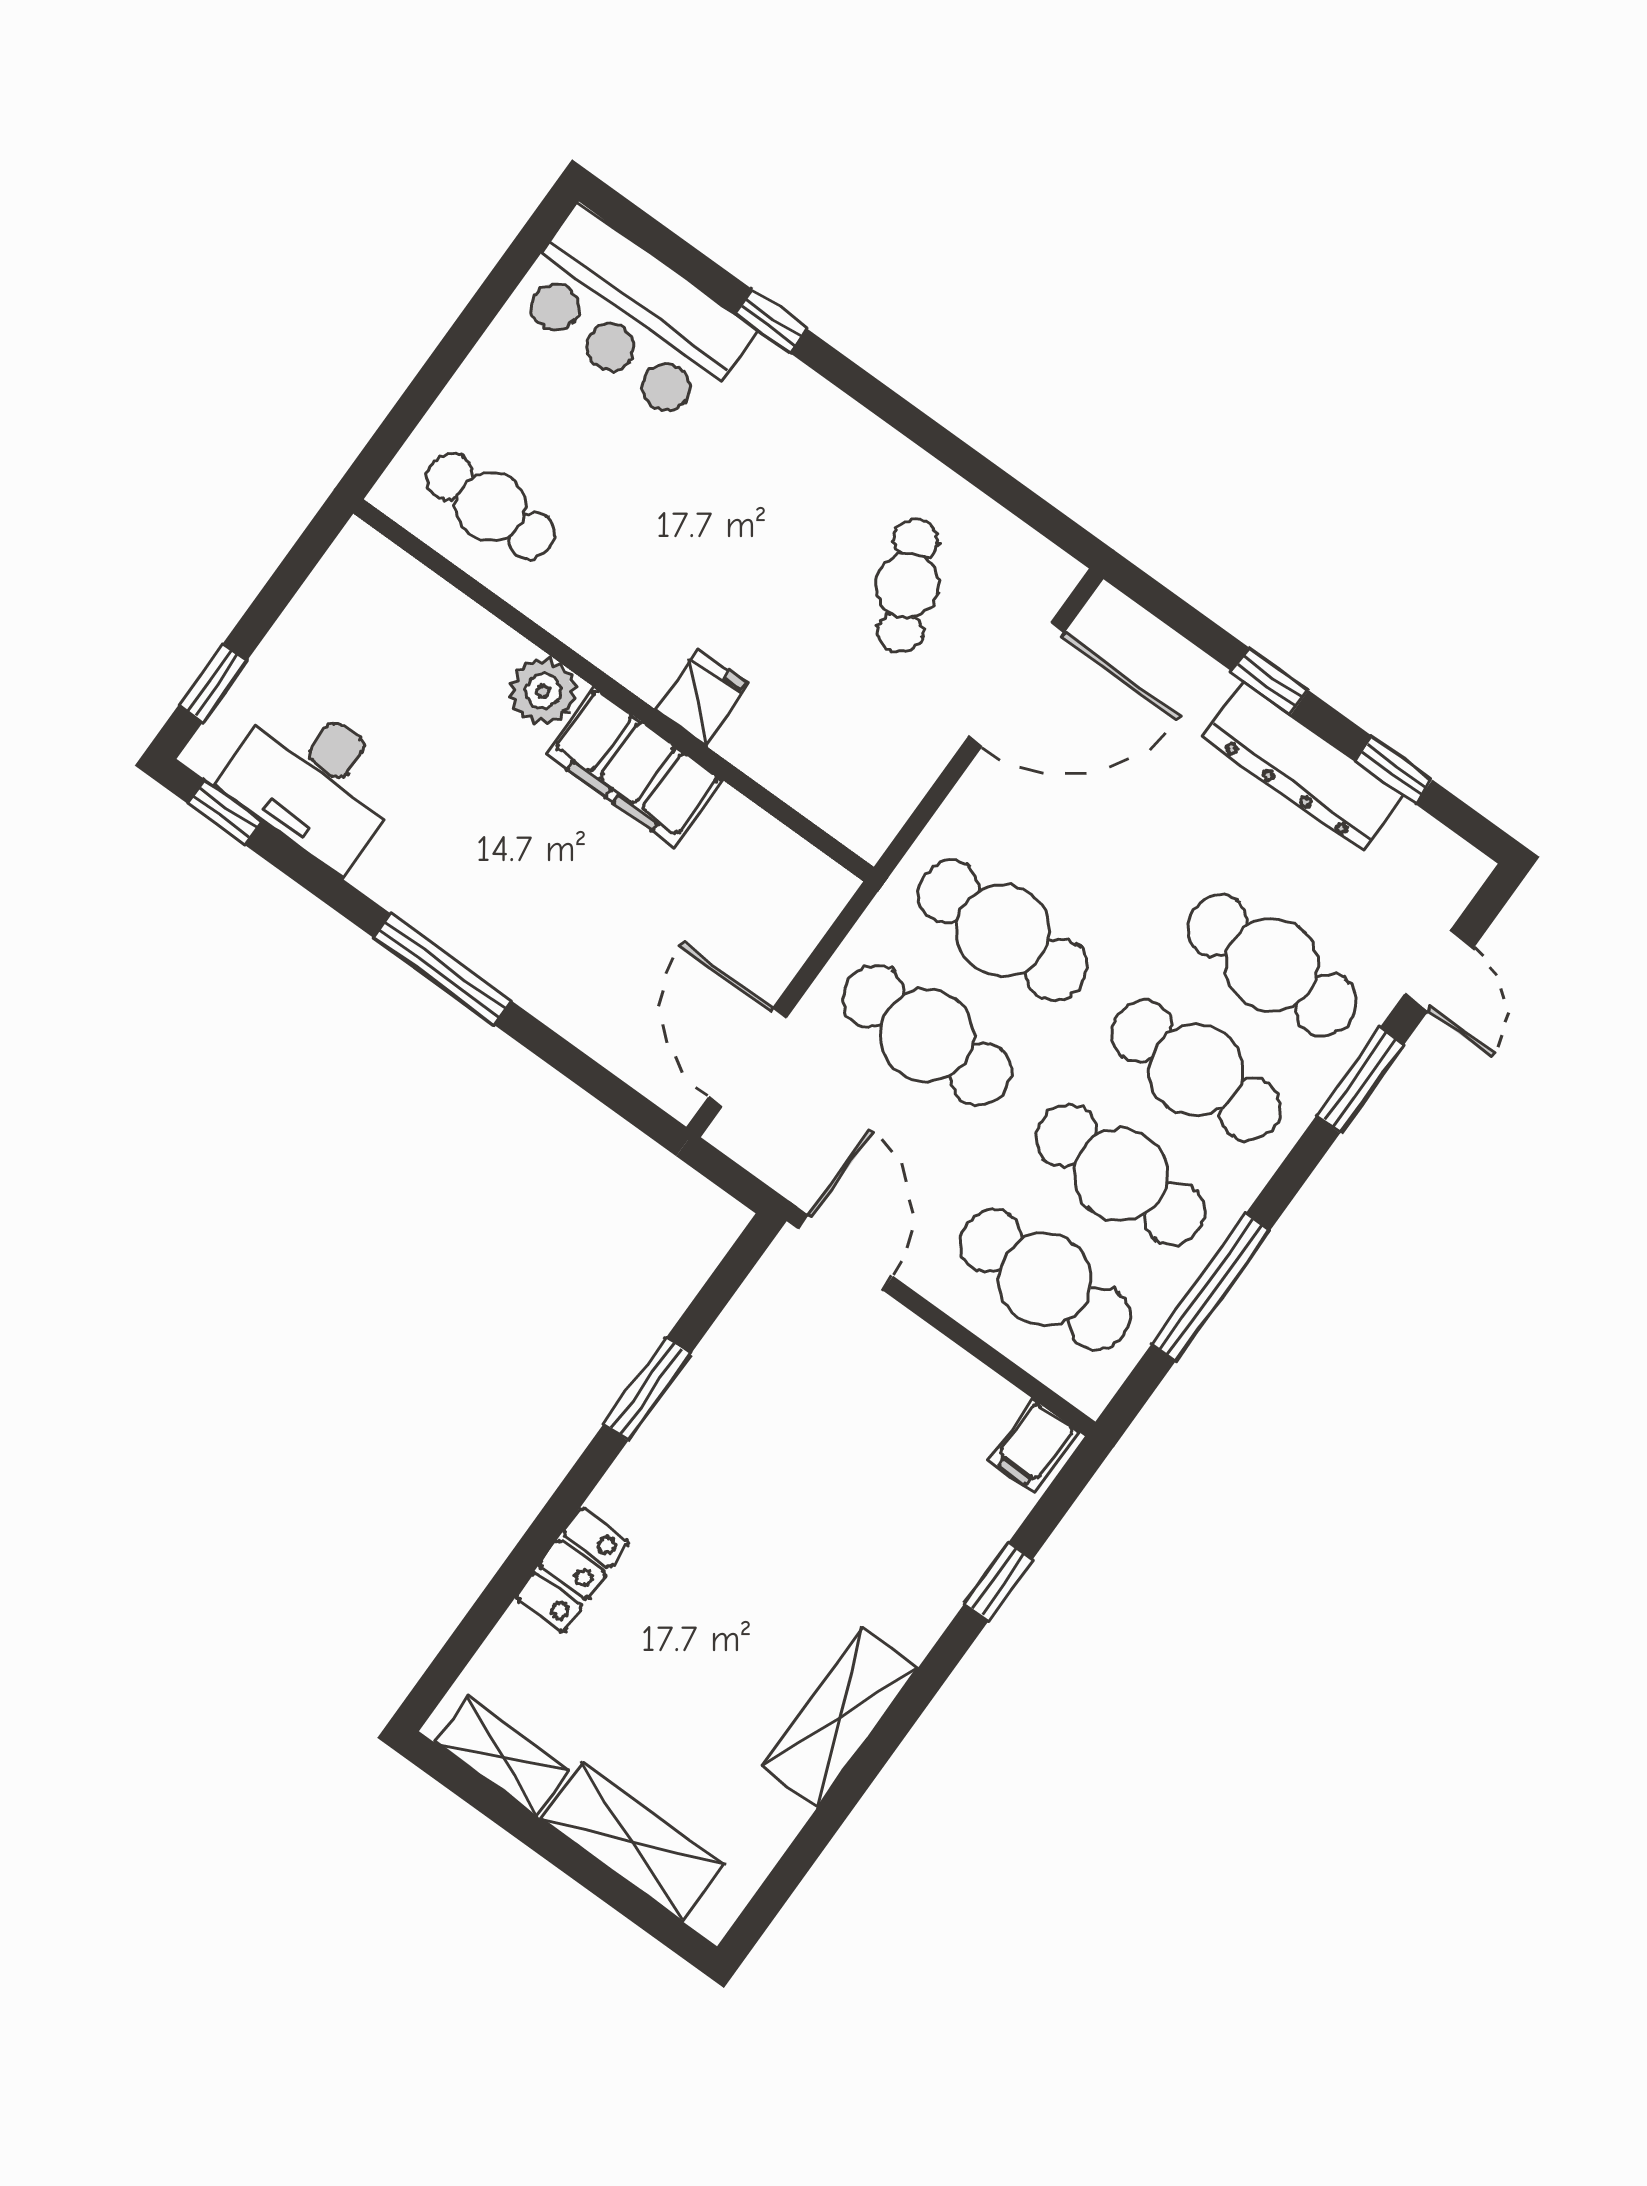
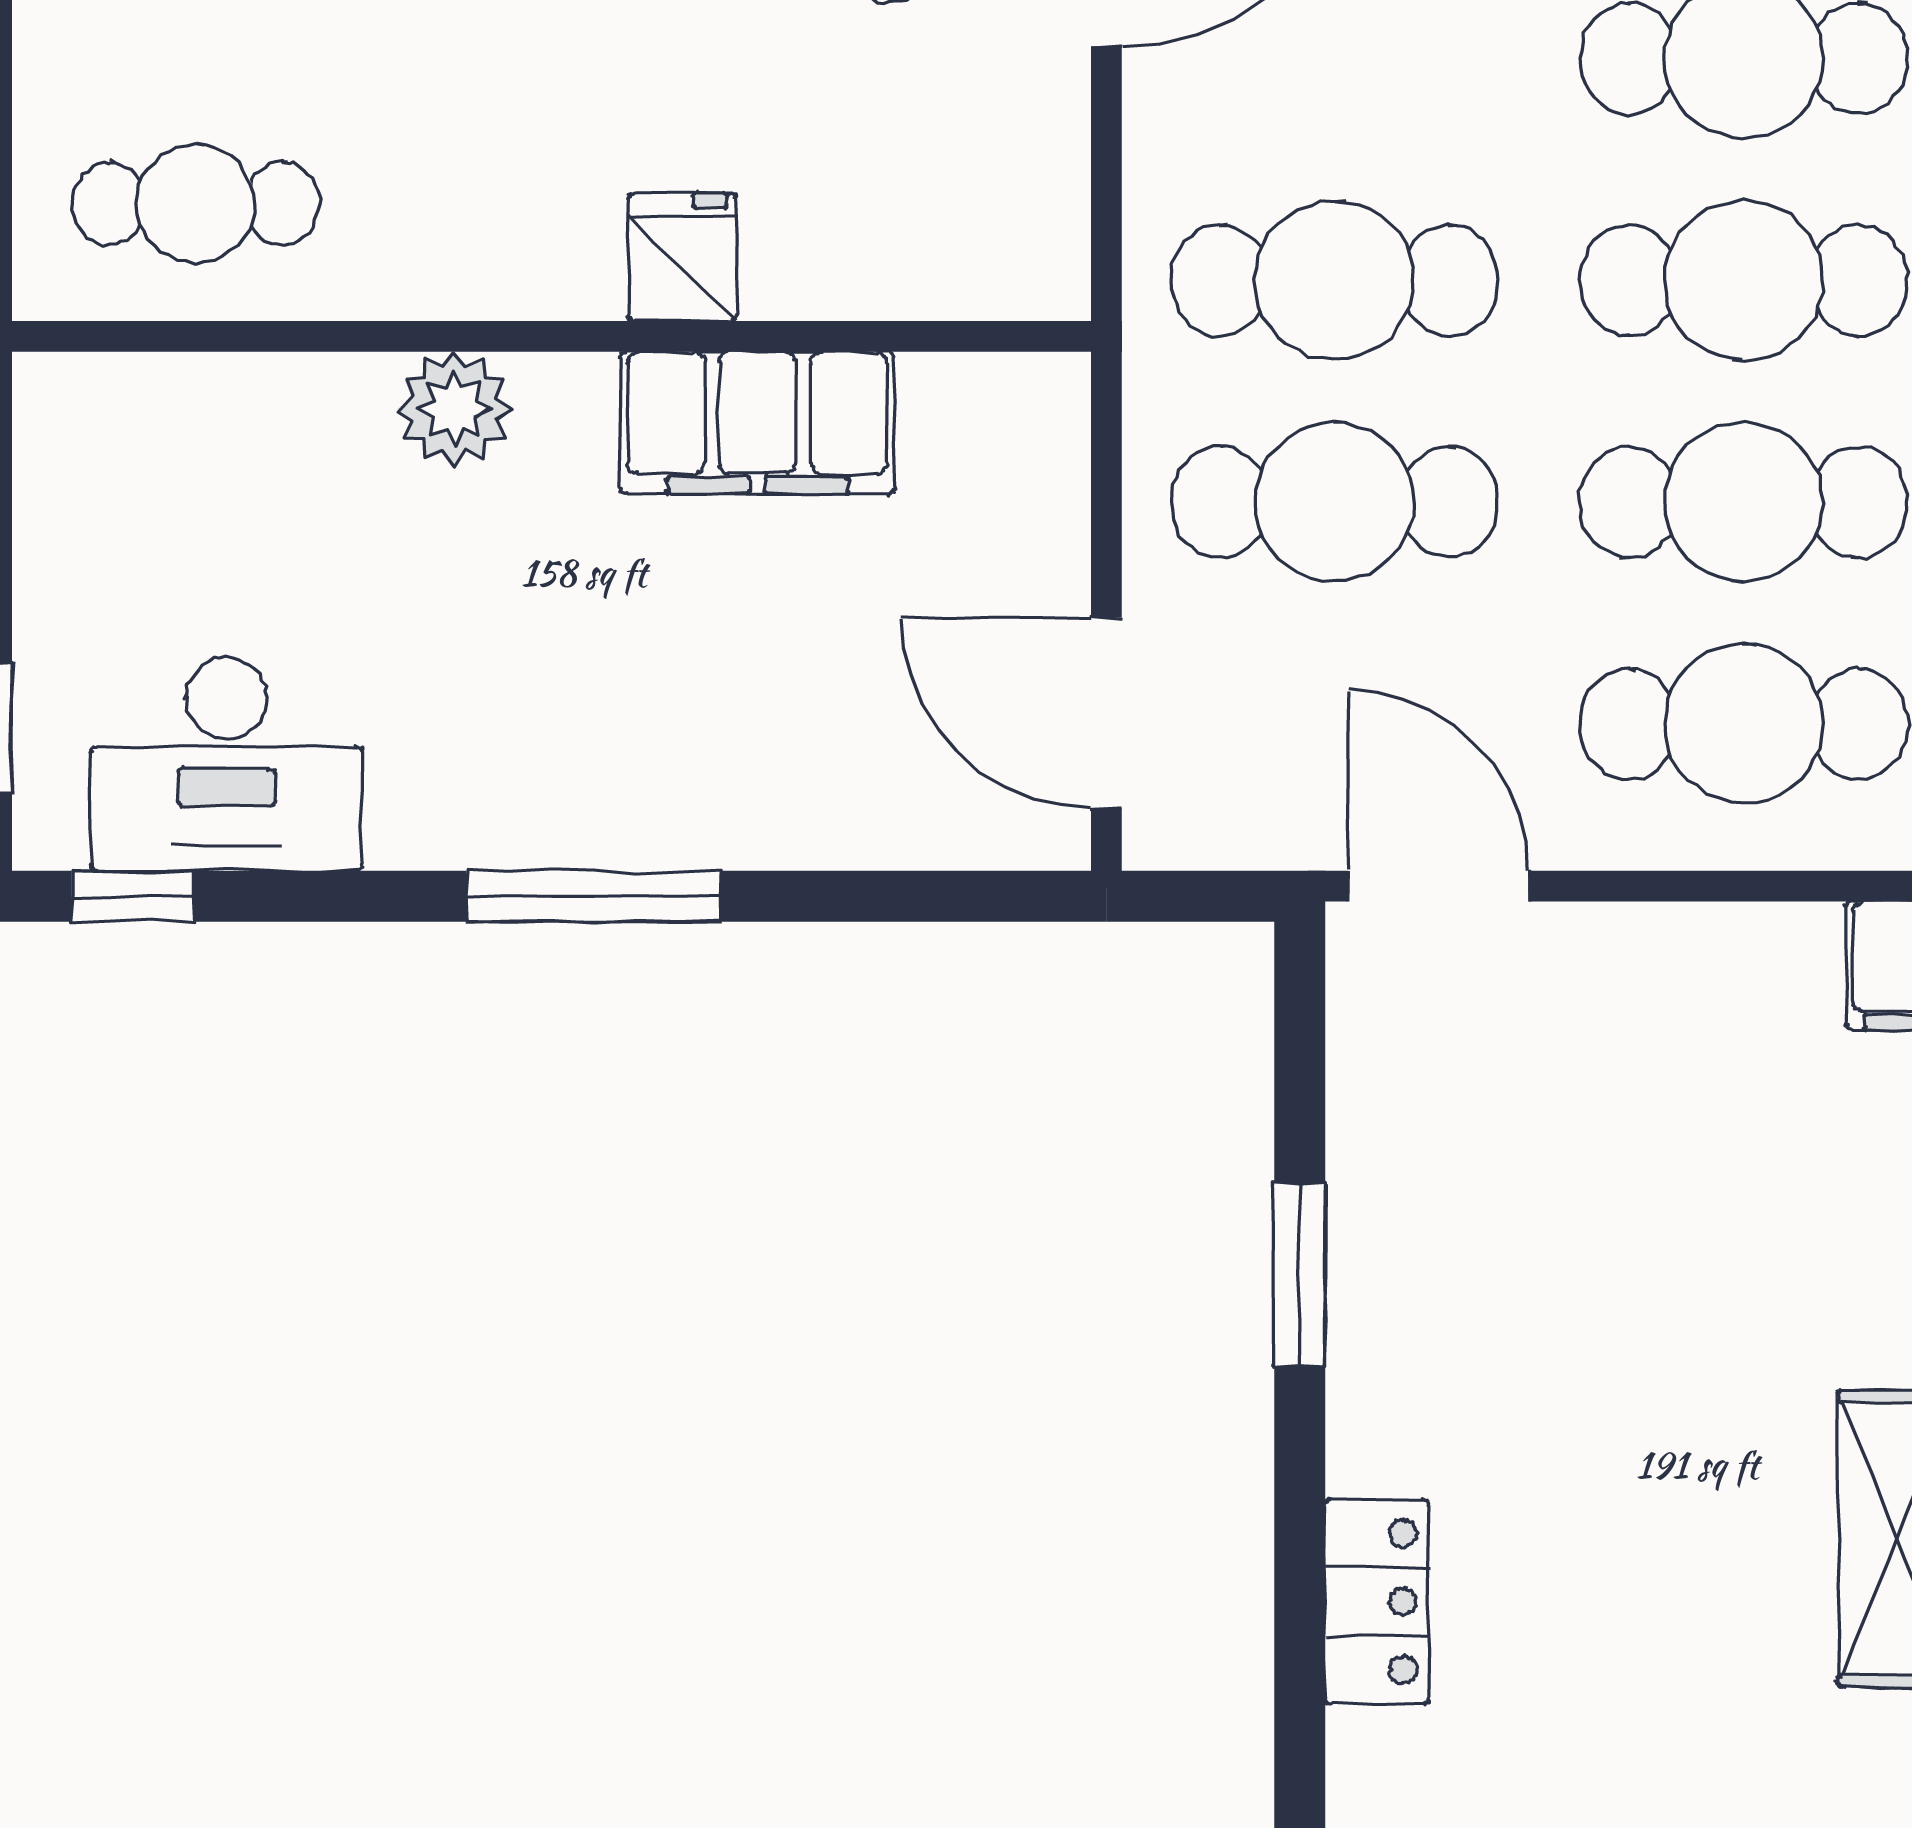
filing cabinet: (634, 767) -> (757, 423), moved

